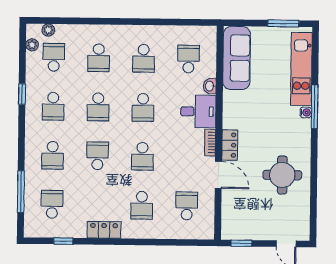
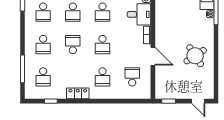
locker: (230, 145) -> (160, 36), removed
round table: (282, 175) -> (195, 56), turned -33
school desk: (52, 204) -> (43, 77), turned 180

